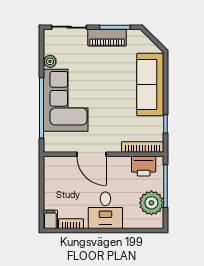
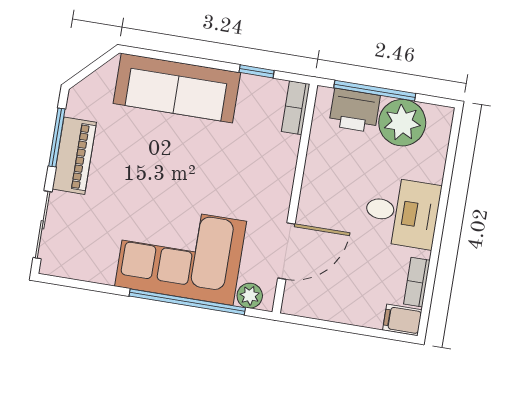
plant: (50, 61) -> (250, 296), moved
bookcase: (143, 147) -> (296, 108), width x0.64
door: (91, 154) -> (286, 251), moved
printer: (144, 166) -> (355, 111), moved, turned 90

